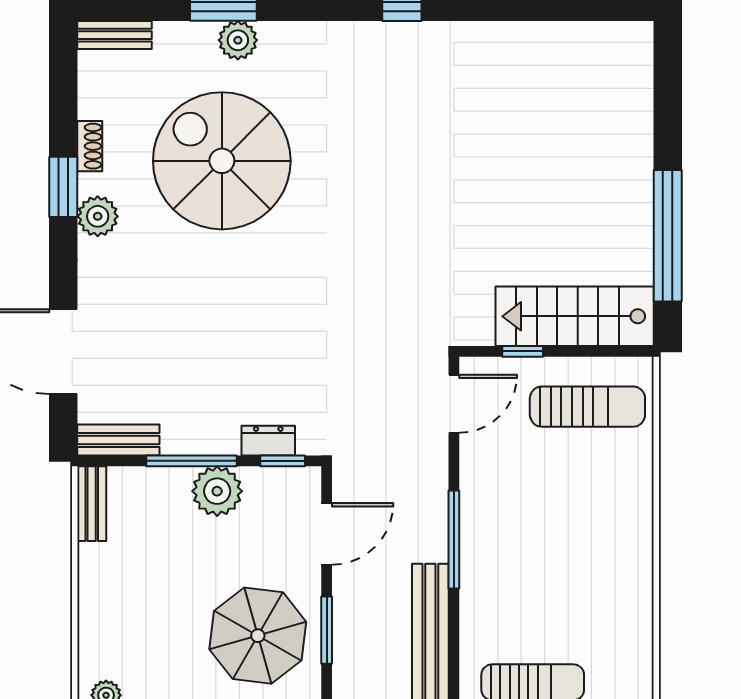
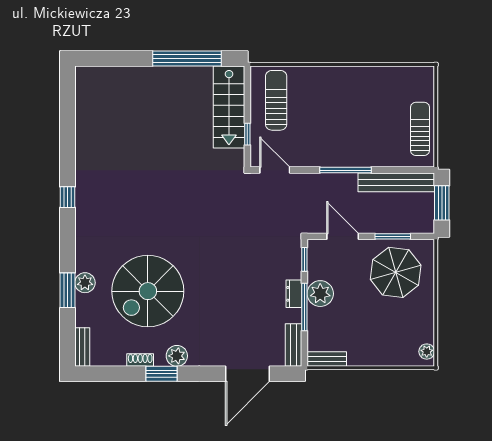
dresser: (268, 441) -> (294, 294), moved

